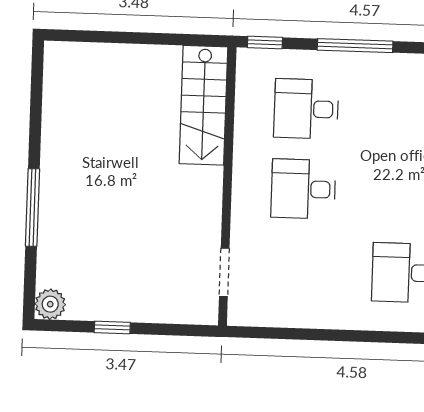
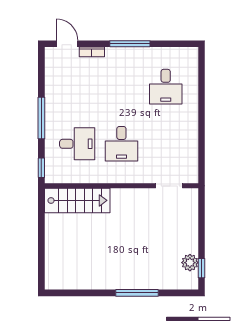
desk: (306, 109) -> (77, 144), turned -90
plant: (50, 304) -> (190, 263), moved
window: (112, 327) -> (202, 268), moved

